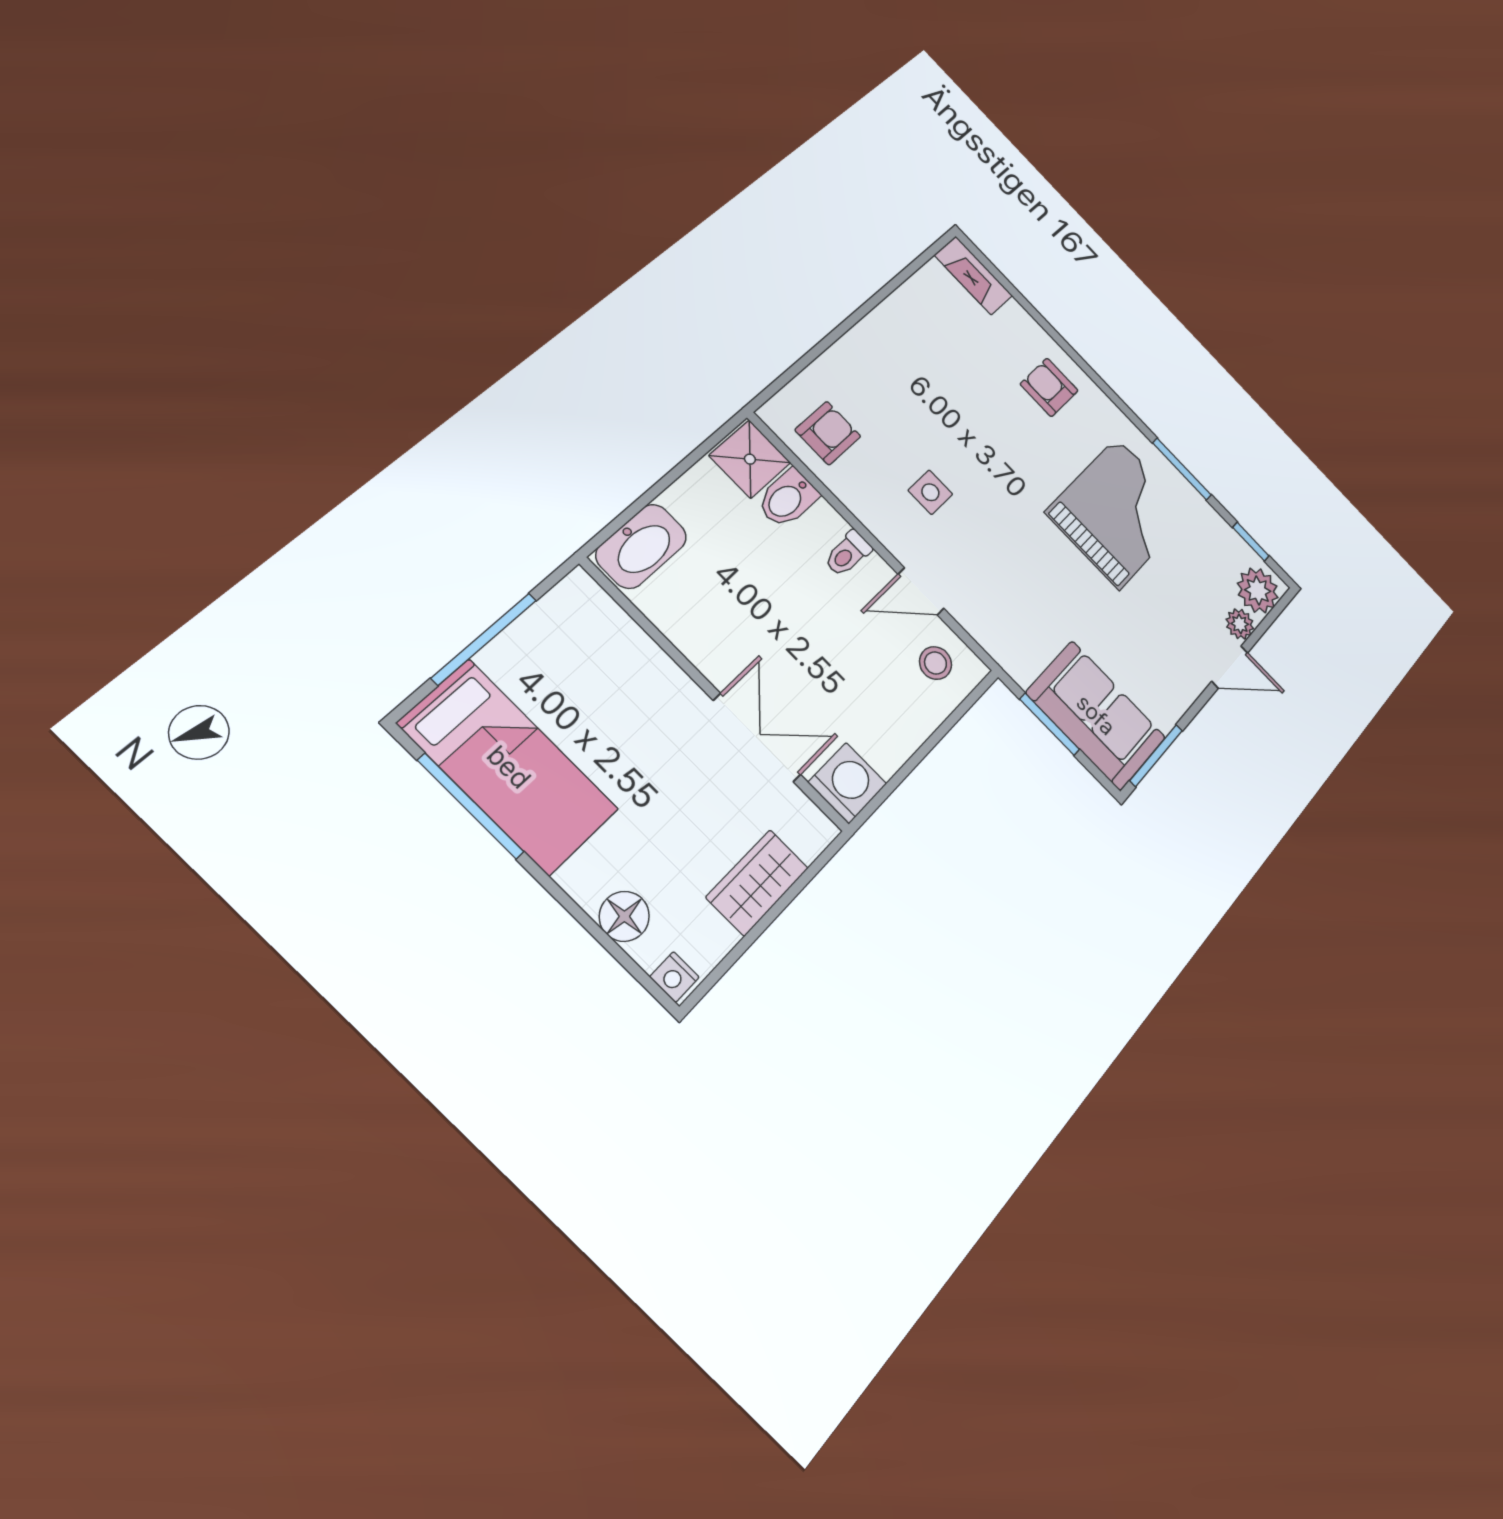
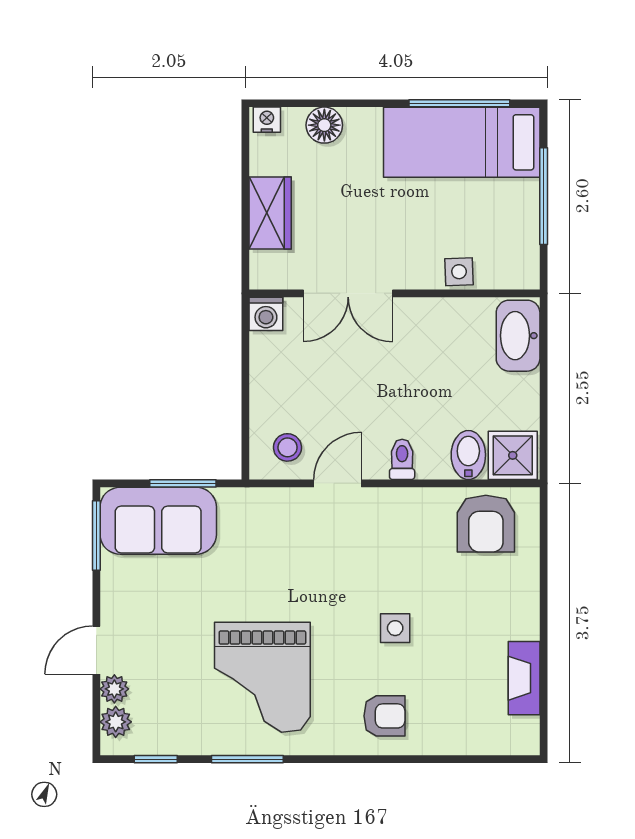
fireplace: (973, 275) -> (524, 678), moved, turned -90
armchair: (828, 433) -> (486, 524), width x1.38, depth x1.38
side table: (930, 492) -> (395, 628), moved
plant: (1258, 590) -> (116, 722), width x0.73, depth x0.73
side table: (637, 654) -> (459, 272), added
washing machine: (847, 783) -> (266, 314), width x0.73, depth x0.73

